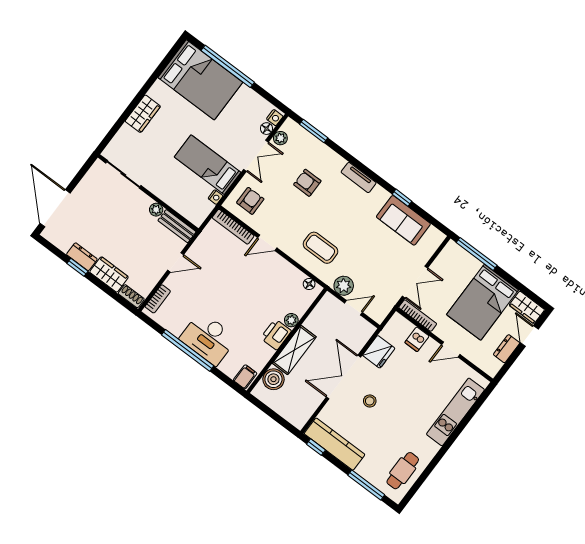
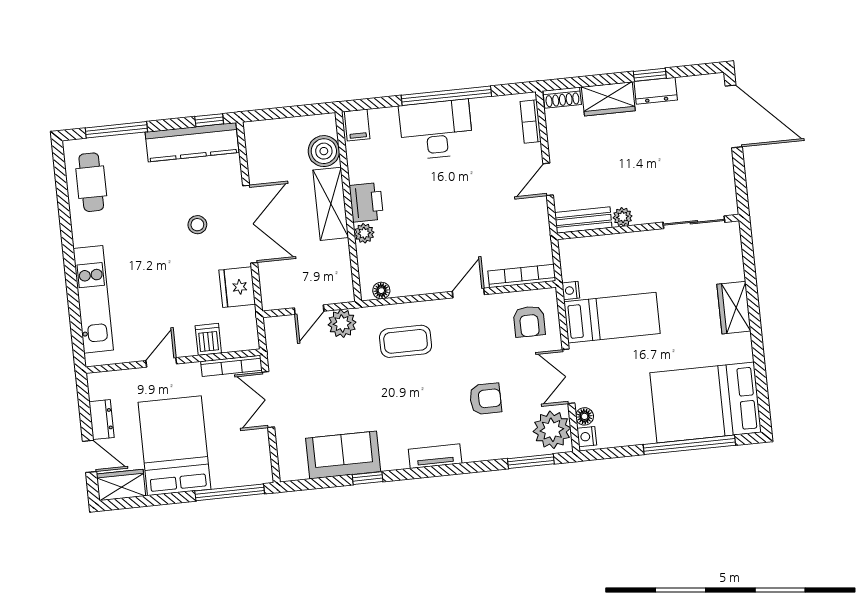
plant: (280, 138) -> (552, 430), width x1.87, depth x1.87

